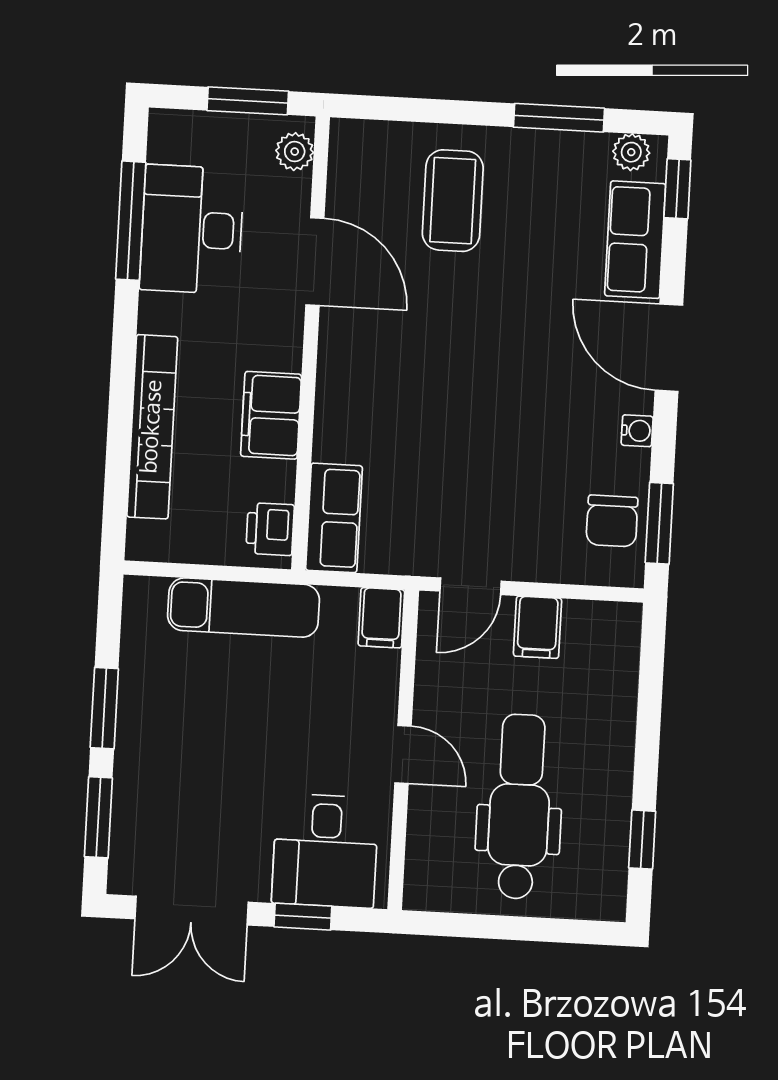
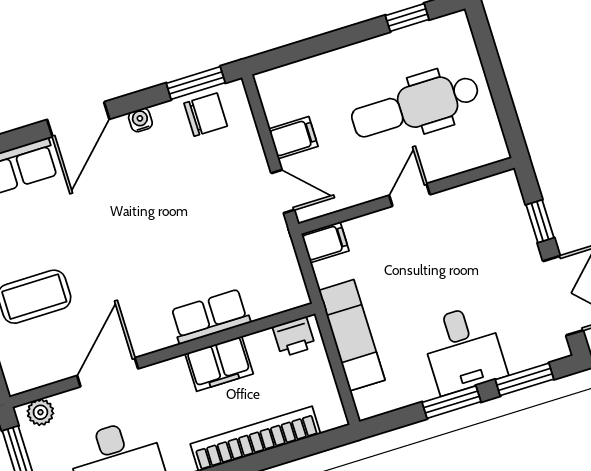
row of seats: (334, 518) -> (210, 317), moved
desk: (325, 851) -> (463, 349), moved, turned 90

